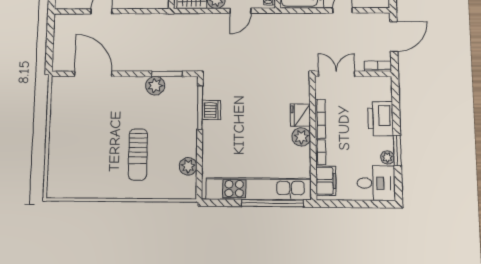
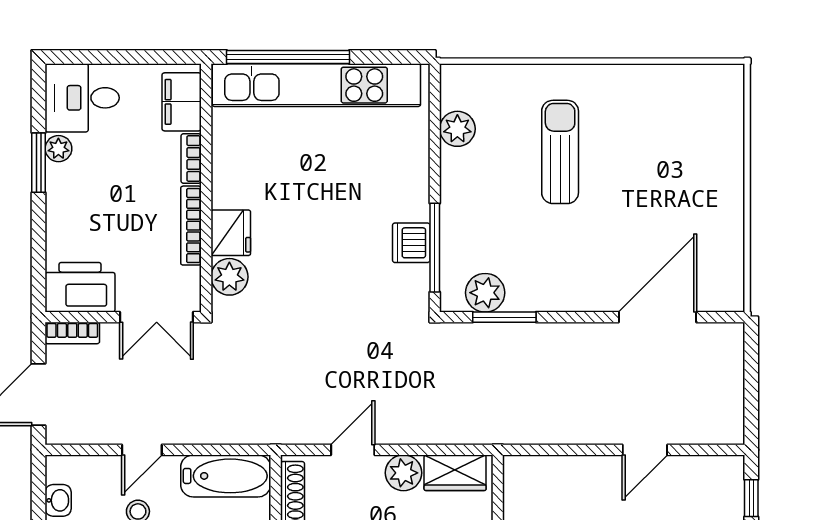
door: (93, 74) -> (658, 317), swing flipped
plant: (155, 86) -> (485, 293), moved
printer: (380, 119) -> (80, 287), moved, turned -90
plant: (301, 137) -> (229, 277), moved

